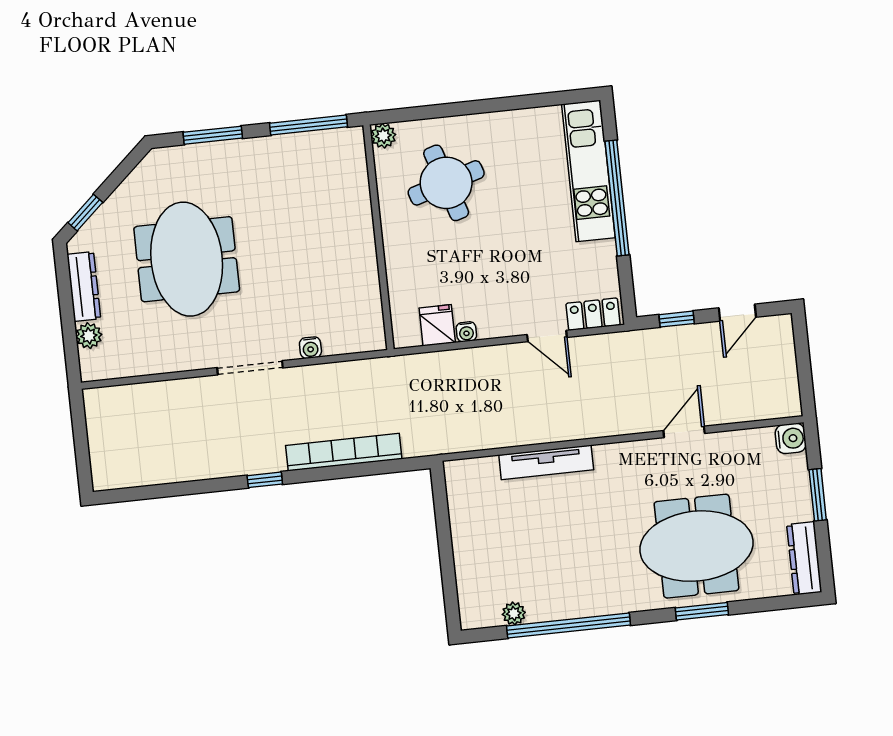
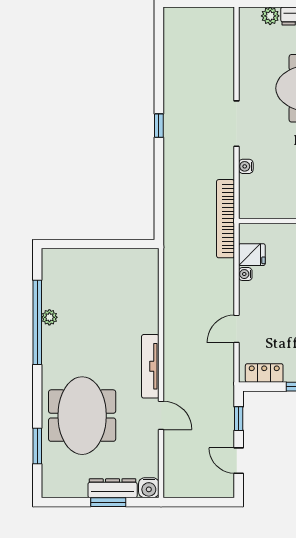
locker: (593, 314) -> (264, 373), moved, turned -90
bookcase: (344, 452) -> (226, 219), moved, turned 180
tv unit: (546, 462) -> (150, 366), moved
dresser: (804, 558) -> (113, 488), moved
window: (702, 611) -> (37, 446), moved
plant: (514, 614) -> (49, 317), moved

